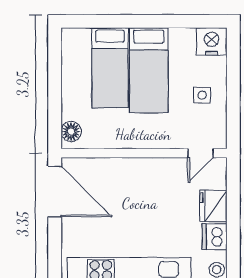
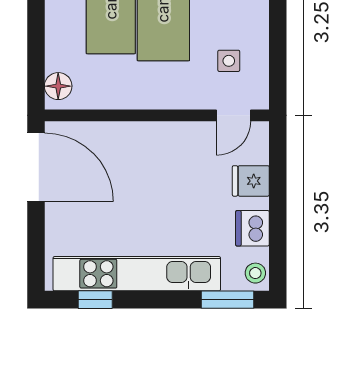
side table: (202, 95) -> (229, 61), moved
fridge: (213, 206) -> (251, 181), width x0.72

